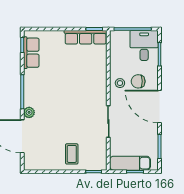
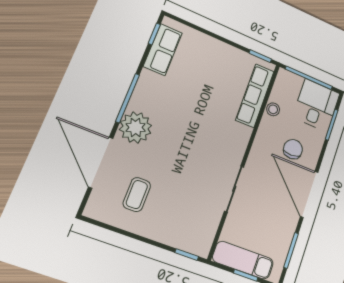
row of seats: (86, 37) -> (255, 96), moved, turned 90
chair: (138, 81) -> (293, 149), turned 88
stool: (120, 83) -> (273, 109), moved
plant: (29, 112) -> (136, 127), width x1.87, depth x1.87
coffee table: (72, 154) -> (137, 195), moved

